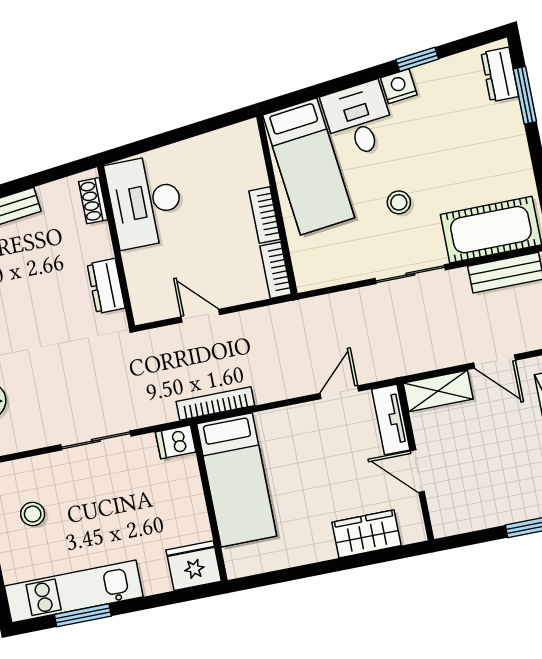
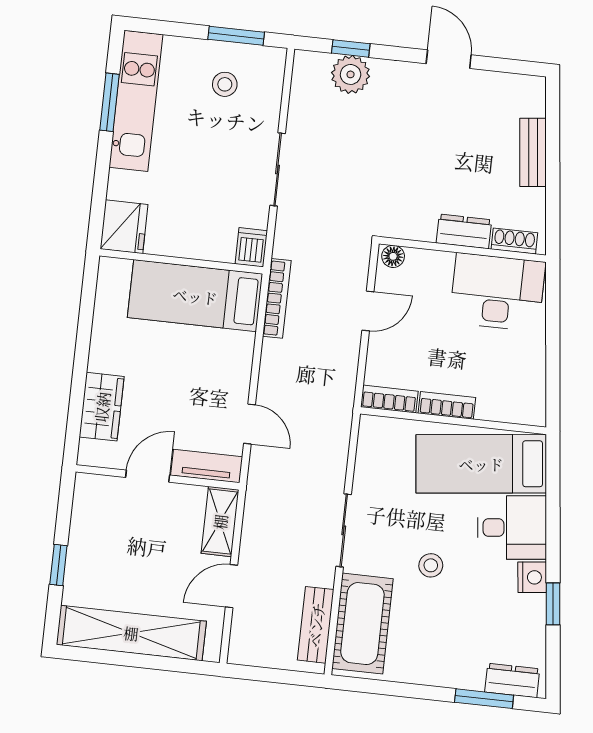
stool: (399, 202) -> (431, 565), moved
dresser: (106, 286) -> (464, 231), moved
floor lamp: (143, 308) -> (393, 256), added

